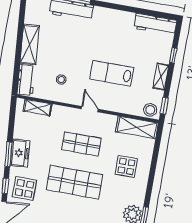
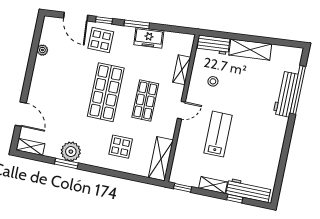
workbench: (155, 24) -> (249, 190), moved, turned 90
shelving: (38, 107) -> (182, 70), moved
stool: (150, 110) -> (179, 173), removed
freezer: (20, 153) -> (149, 38), moved

